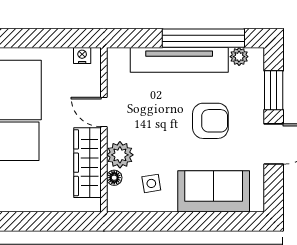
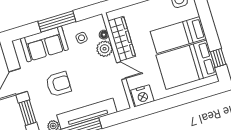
nightstand: (82, 55) -> (142, 96), width x1.89, depth x1.79
armchair: (210, 121) -> (58, 84), turned 180
window: (183, 221) -> (57, 21), added

